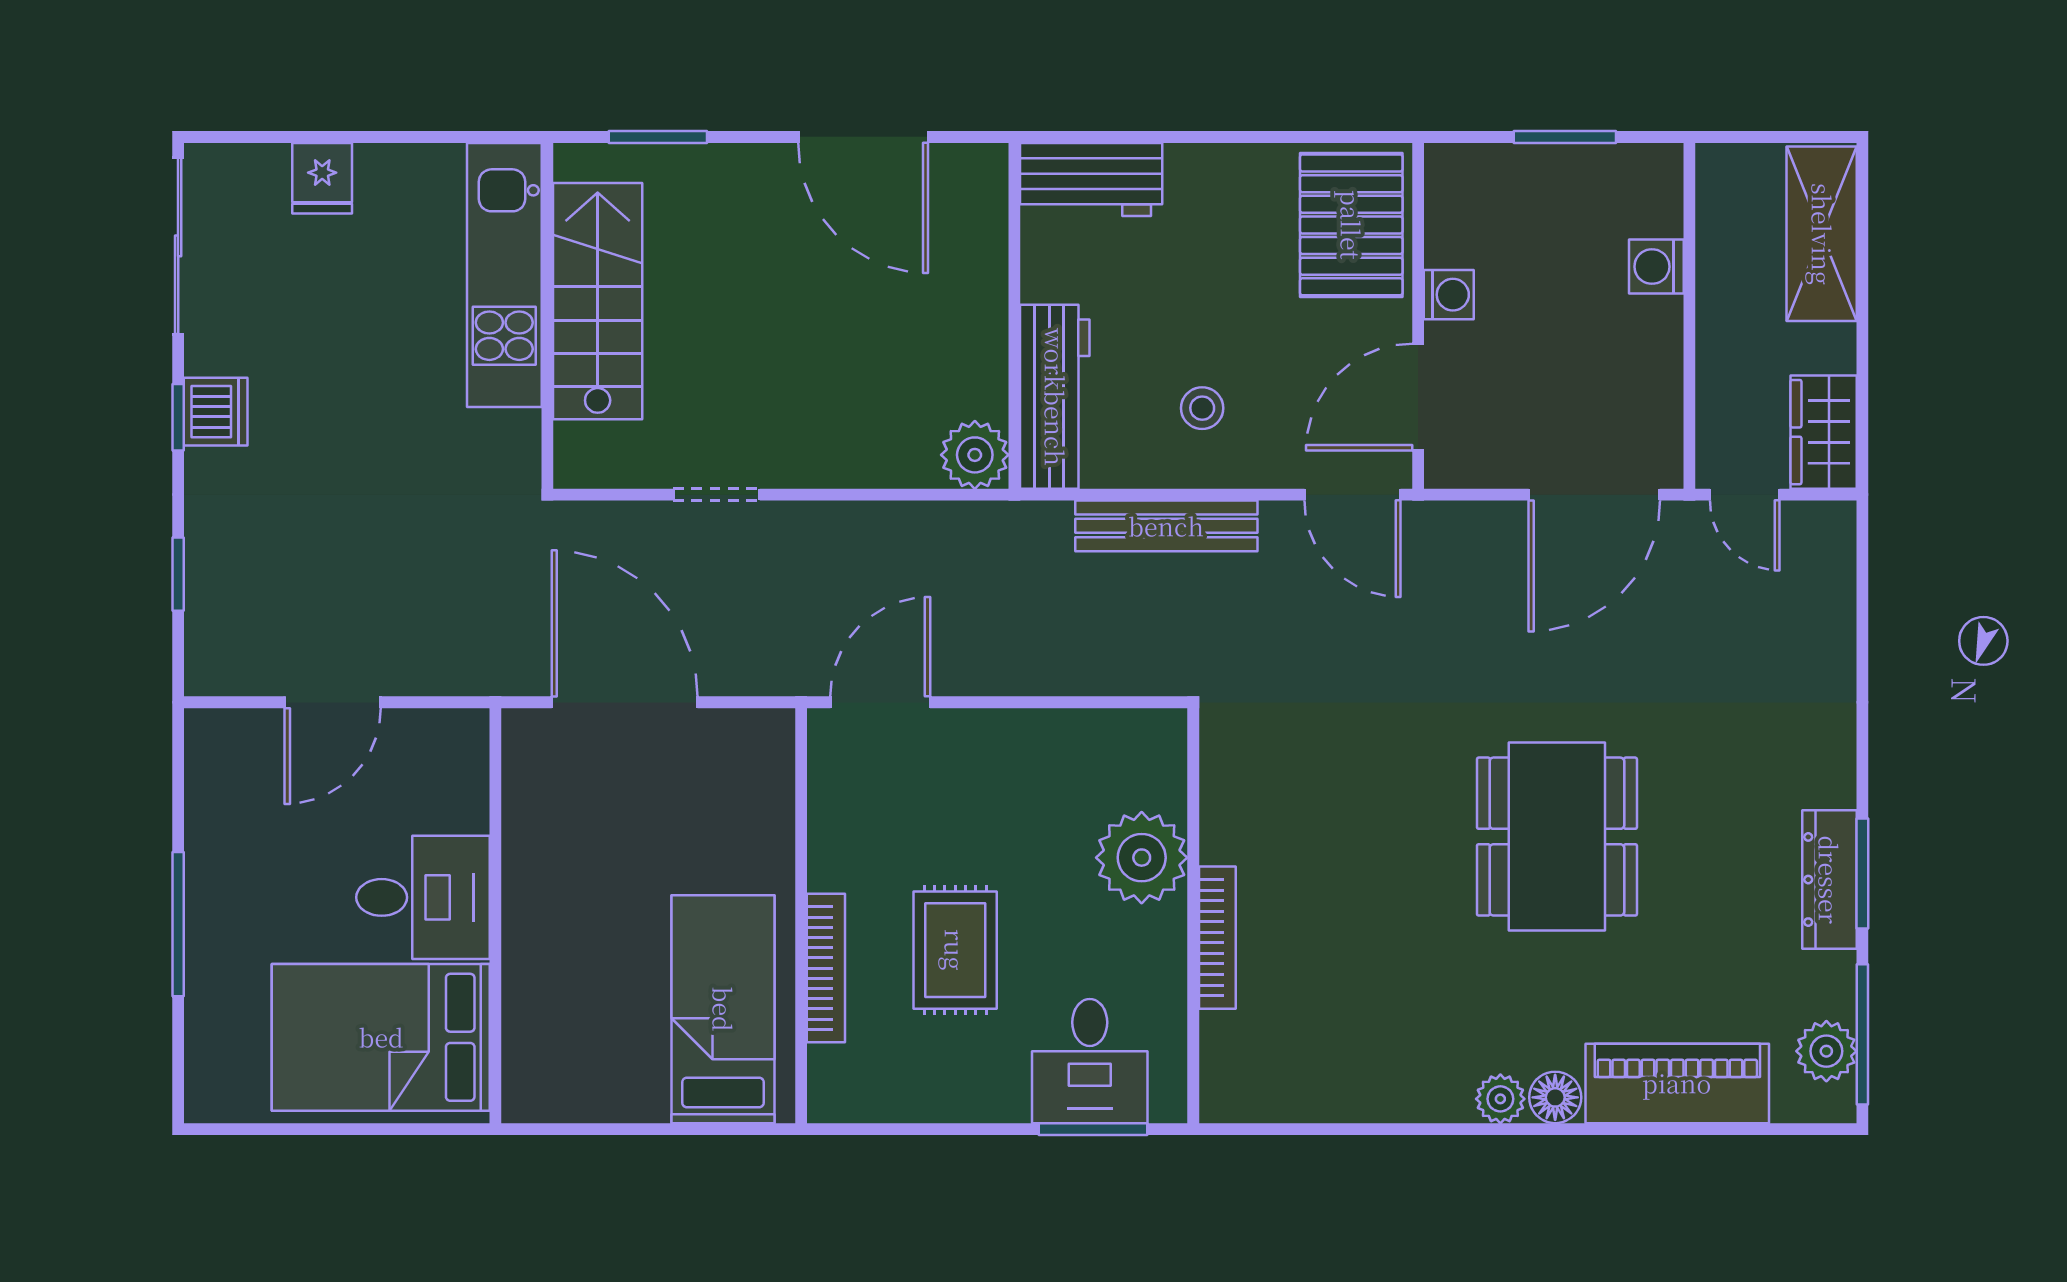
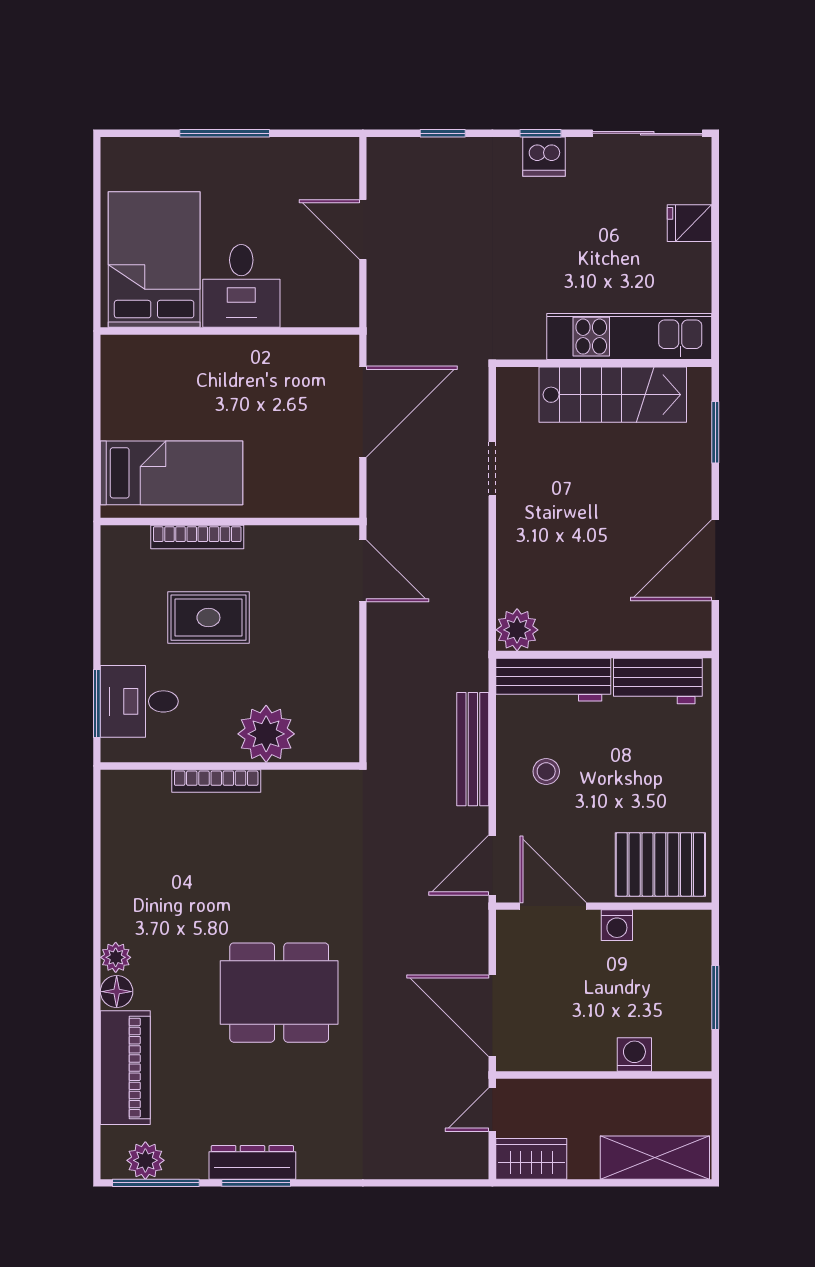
workbench: (1091, 179) -> (658, 681), moved, turned -90

